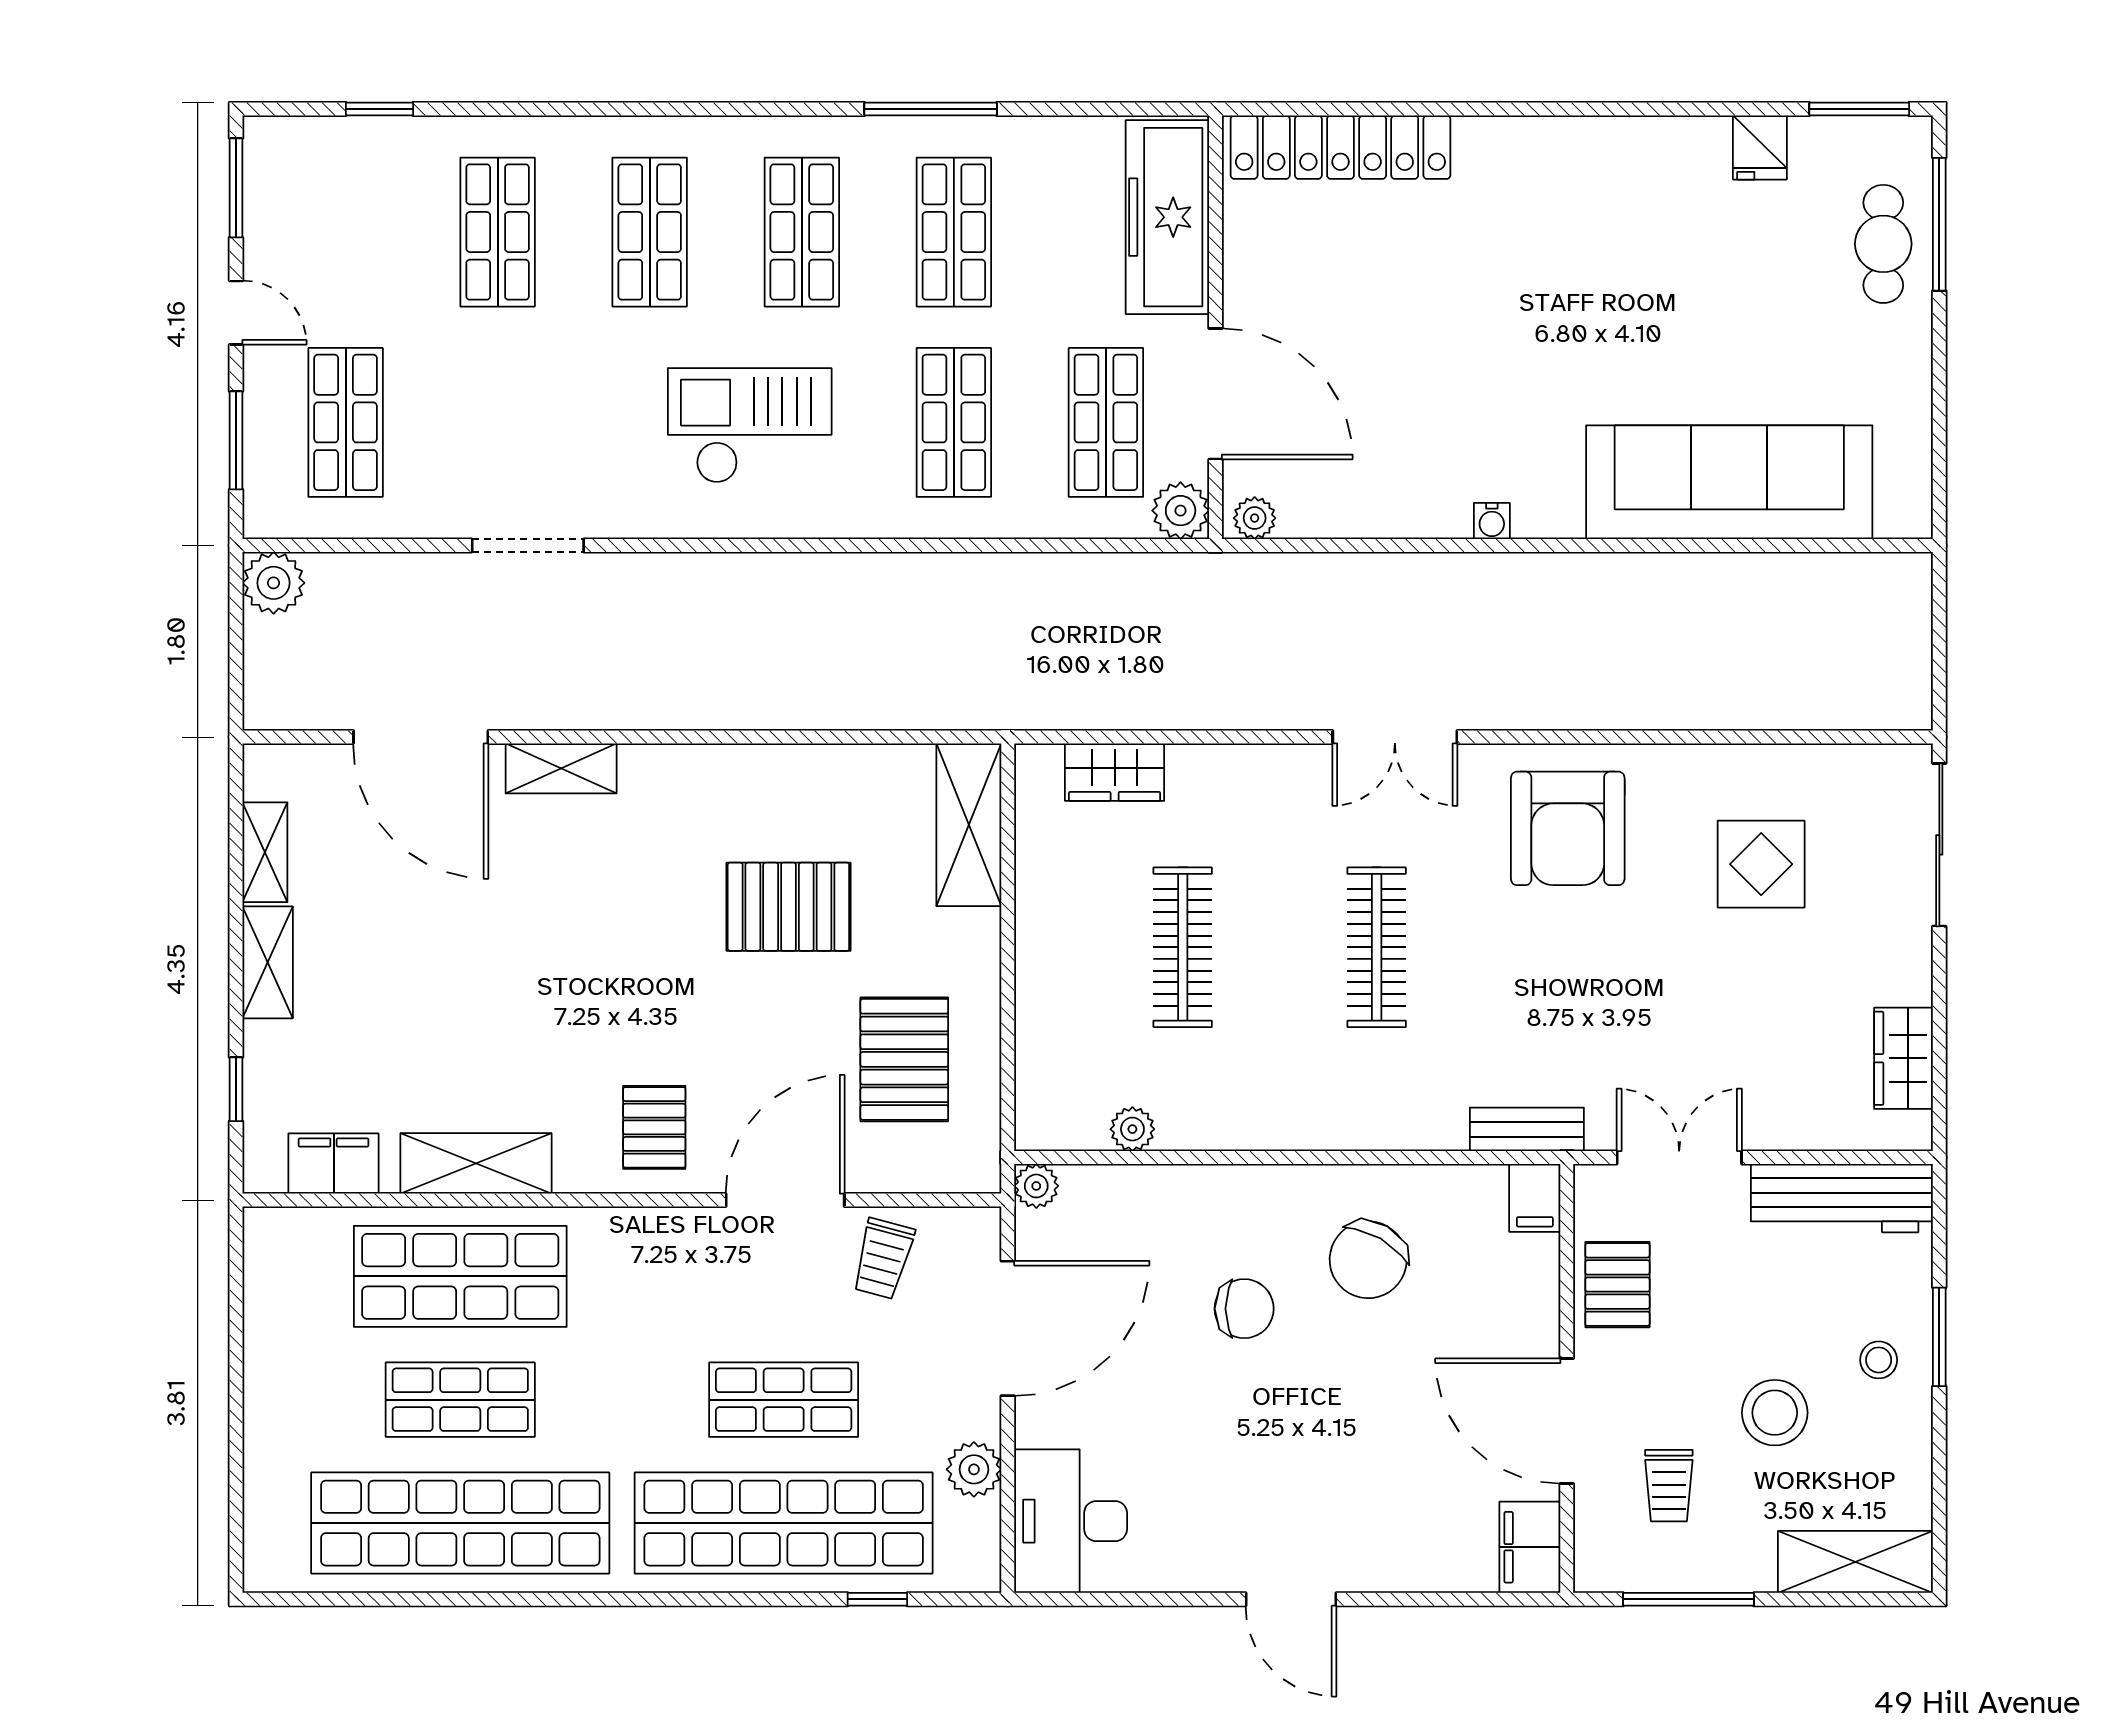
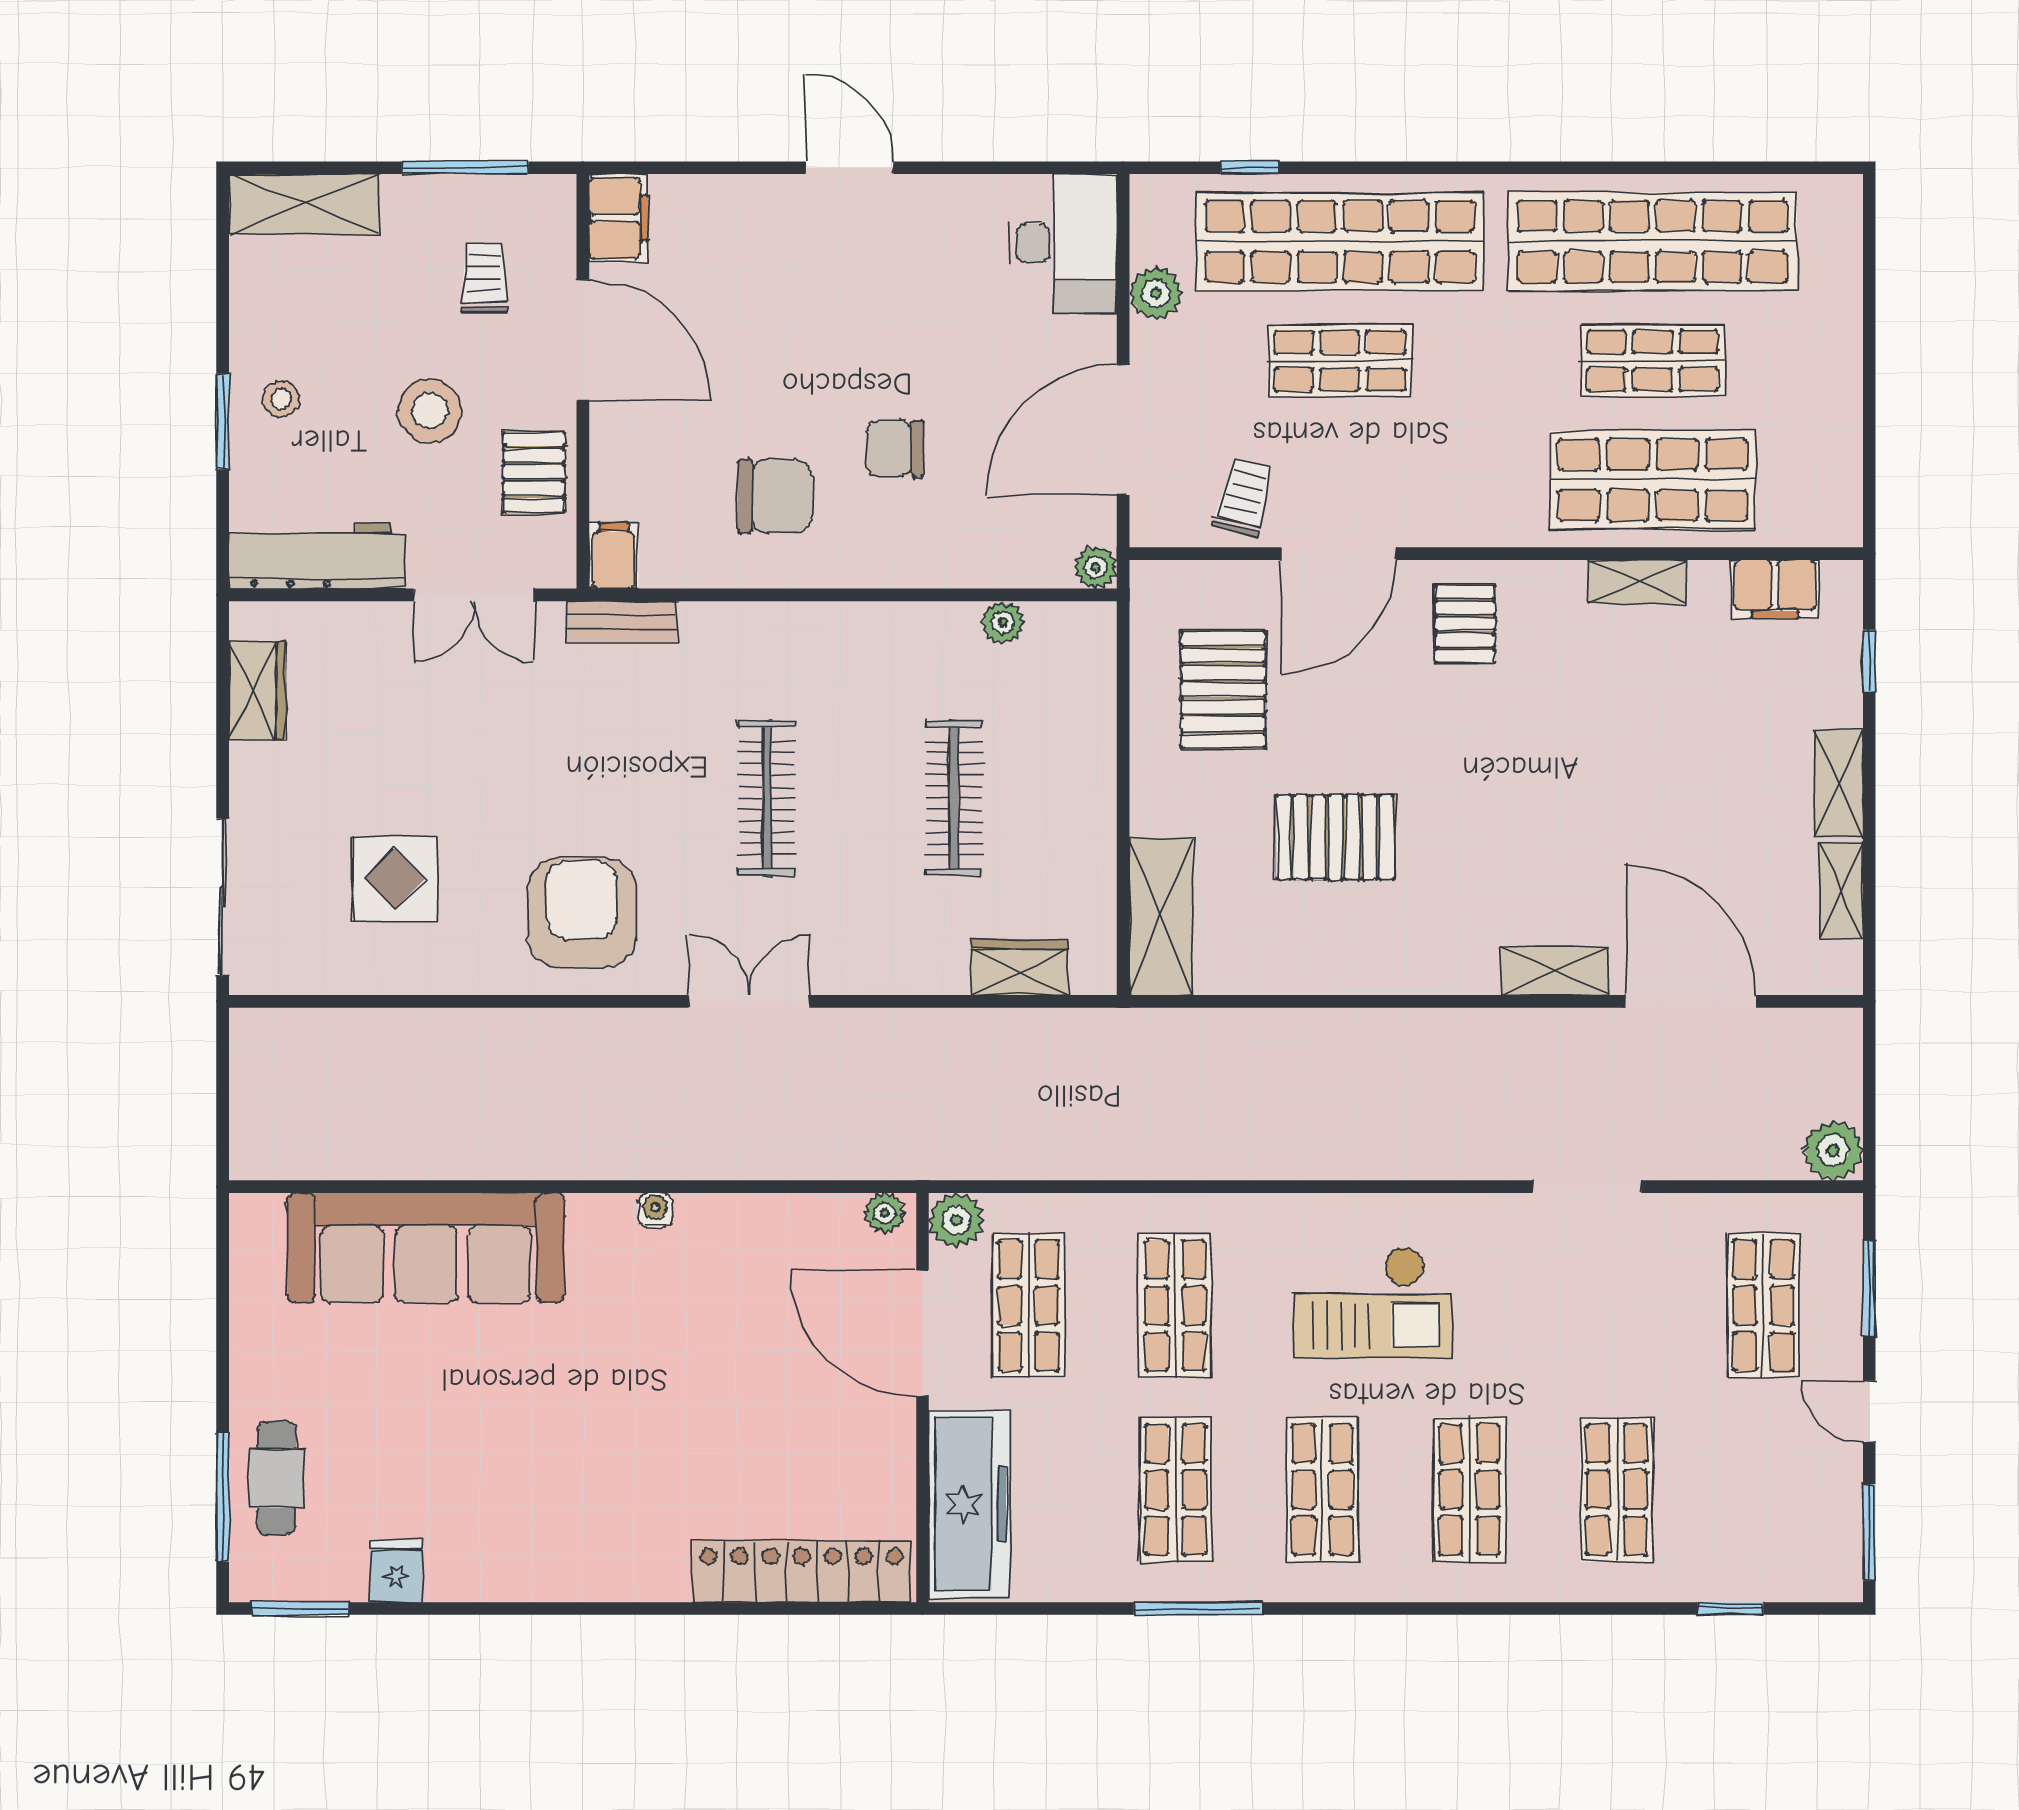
shelving: (476, 1163) -> (1637, 582), width x0.67, depth x0.75
chair: (1368, 1260) -> (775, 496), turned 60
stool: (1775, 1413) -> (430, 411), moved

